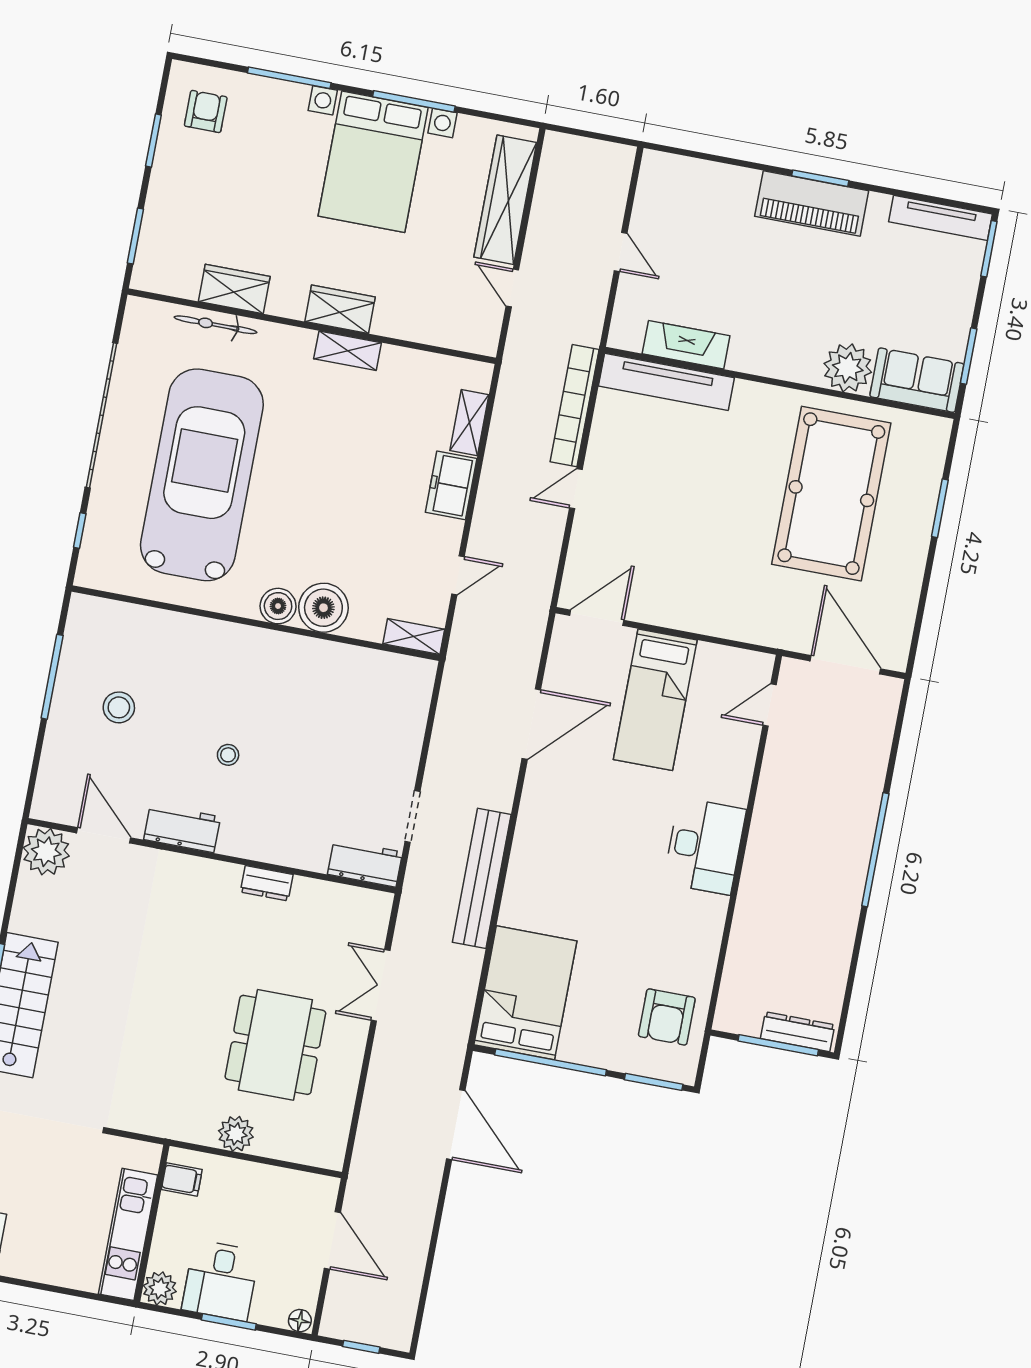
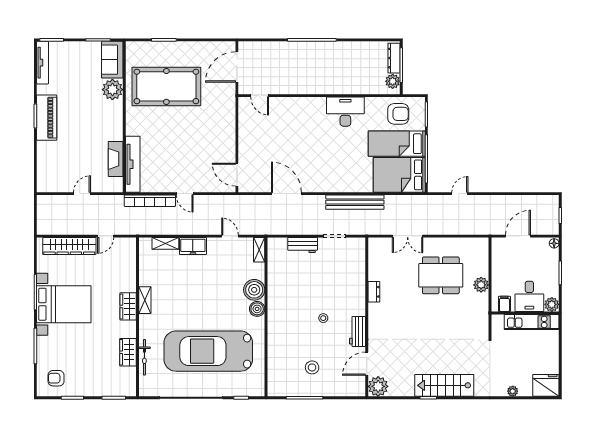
bed: (655, 700) -> (397, 144), moved, turned 180
desk: (705, 846) -> (345, 112), moved
workbench: (365, 863) -> (303, 245), moved, turned -90
plant: (744, 1018) -> (393, 81), added
door: (456, 1125) -> (460, 194), width x0.53
desk: (221, 1281) -> (529, 296), moved, turned 90

